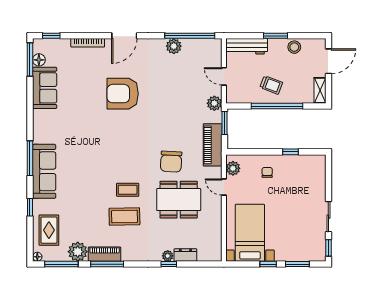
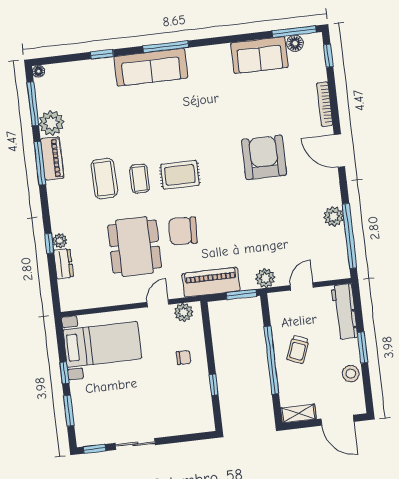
rug: (49, 230) -> (180, 175), moved

